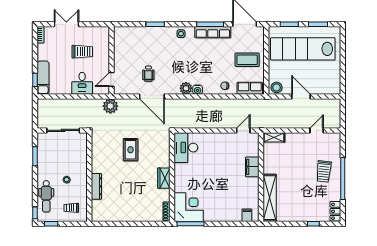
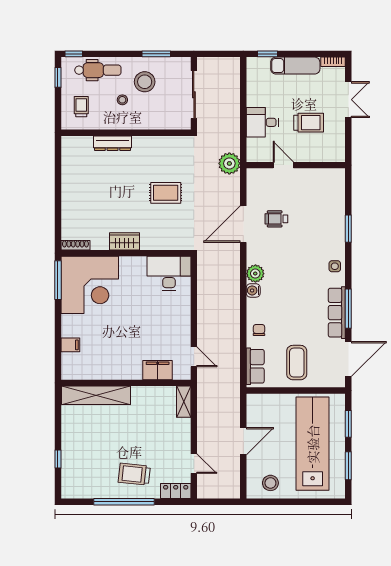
trolley: (82, 52) -> (309, 123), turned -90
exam couch: (43, 78) -> (295, 66), moved
door: (111, 79) -> (283, 165), moved
stool: (277, 87) -> (270, 483), moved
stool: (54, 164) -> (145, 82), added
filing cabinet: (252, 167) -> (158, 370), moved
dental chair: (46, 196) -> (98, 70), turned 180
corner desk: (189, 207) -> (90, 285), width x1.36, depth x1.36
locker: (335, 211) -> (176, 491), moved
filing cabinet: (247, 215) -> (70, 345), moved

